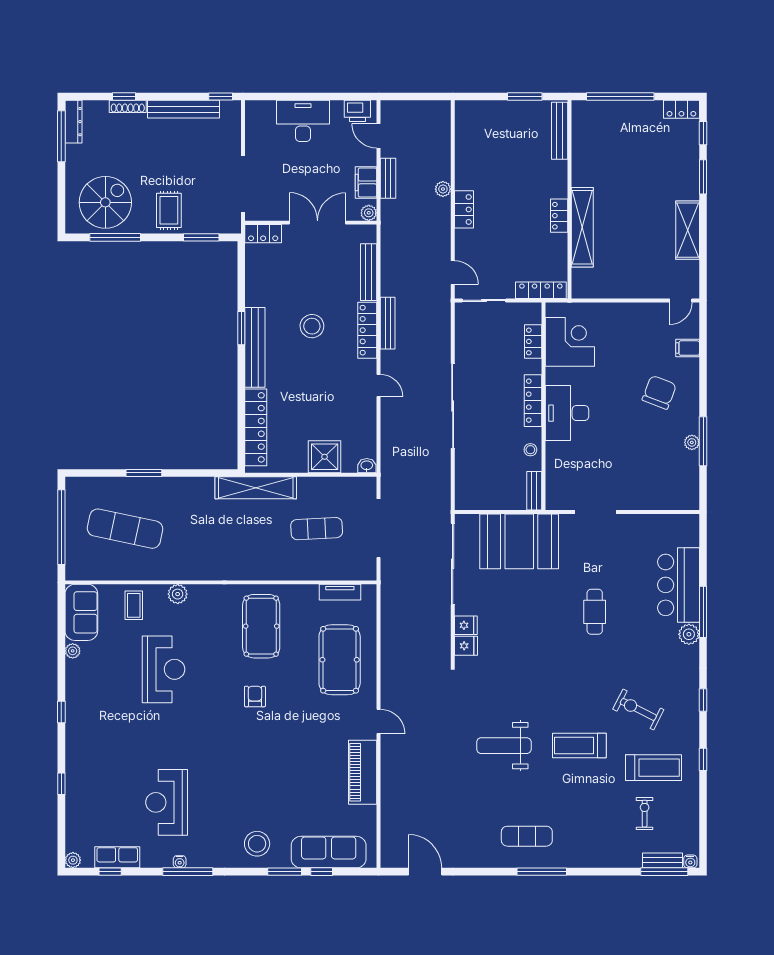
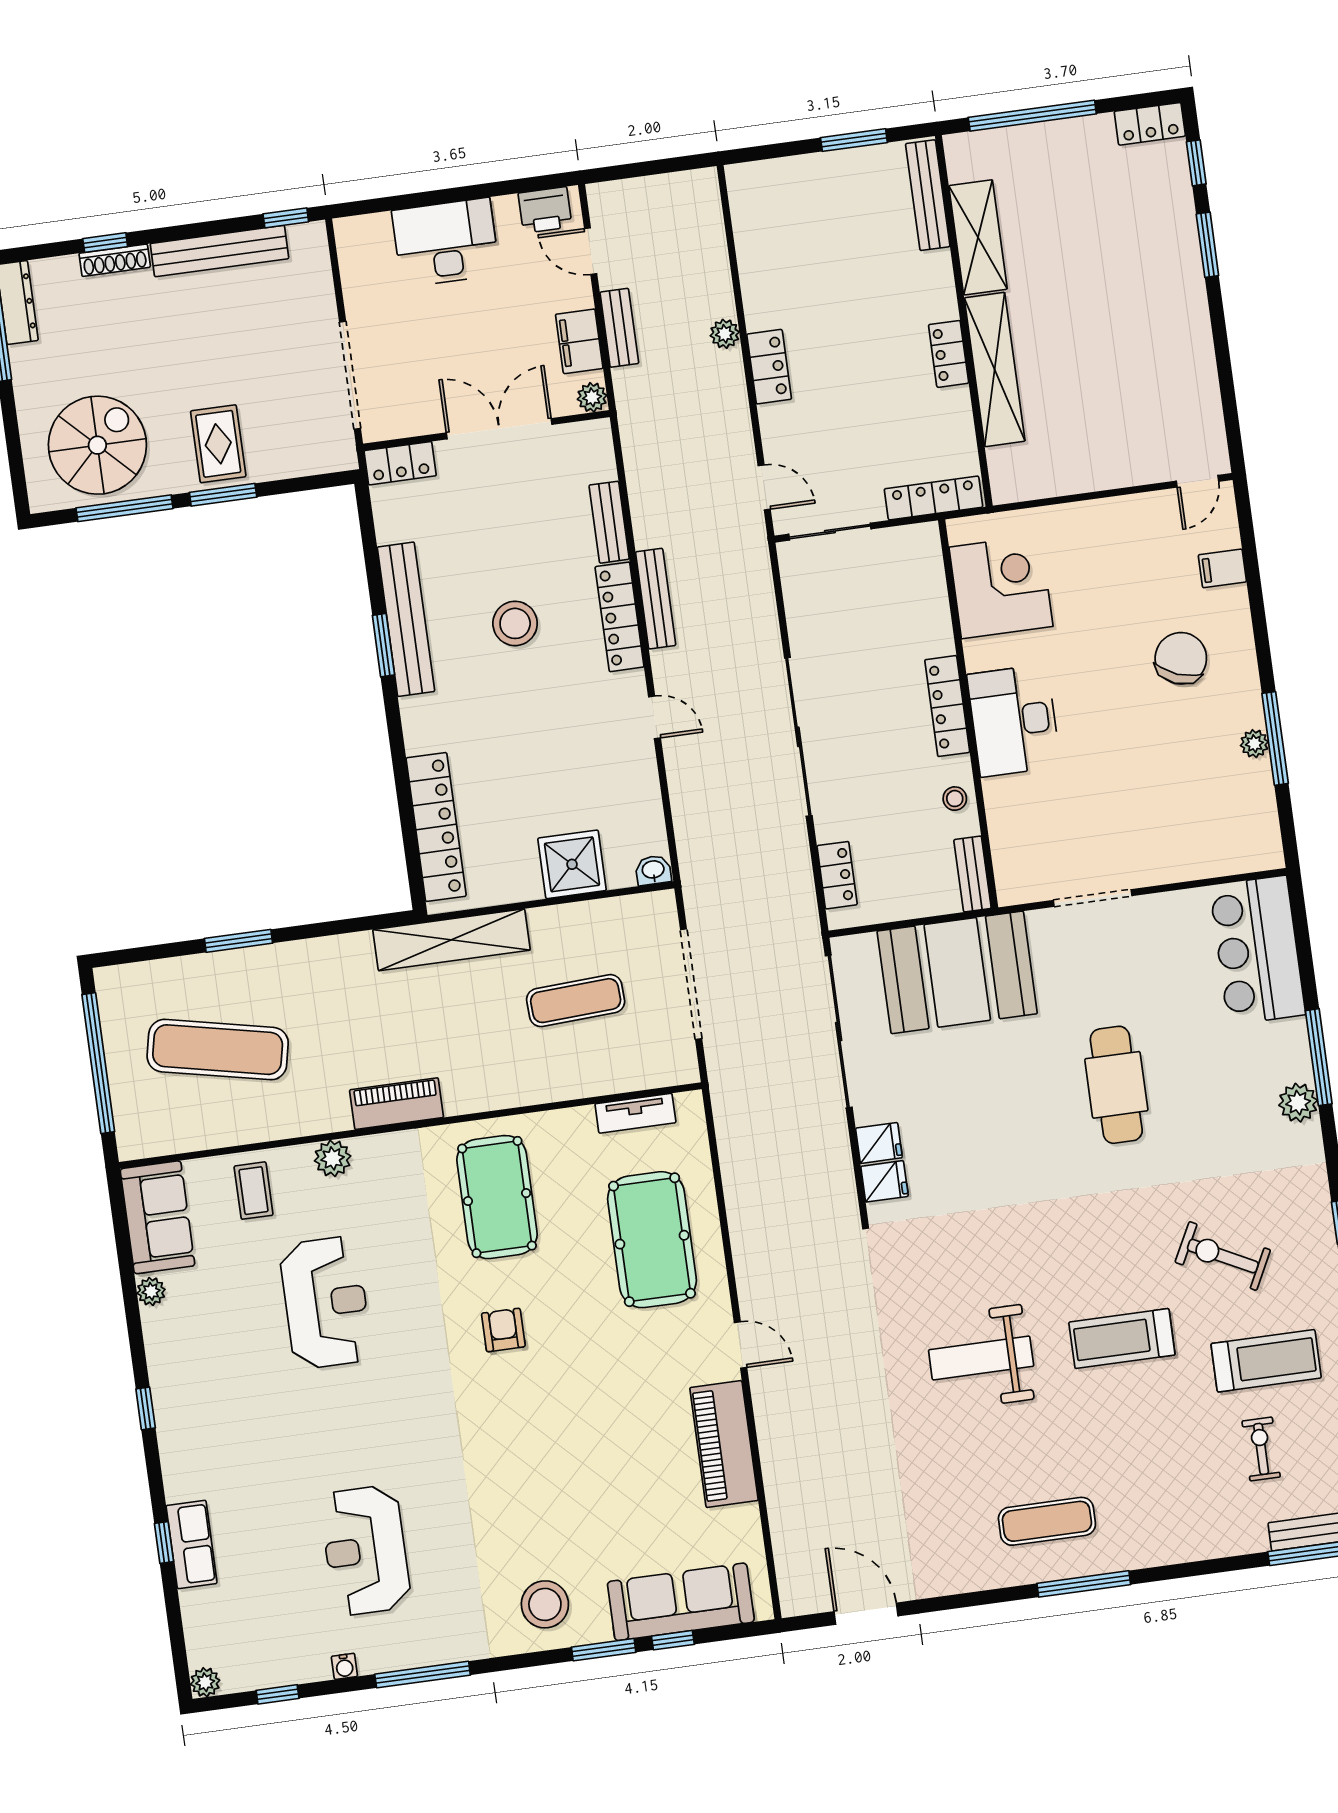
shelving: (688, 230) -> (978, 237), moved
window: (201, 237) -> (223, 495), moved
bench: (369, 272) -> (609, 522), width x0.73
locker: (533, 341) -> (837, 875), moved, turned 180
bench: (255, 347) -> (406, 619), moved
piano: (215, 570) -> (397, 1104), added
bar counter: (679, 585) -> (1257, 950), moved
cafe table: (595, 612) -> (1116, 1085), width x1.37, depth x1.35
row of seats: (117, 857) -> (192, 1544), moved, turned 90
water cooler: (180, 862) -> (344, 1666), moved

